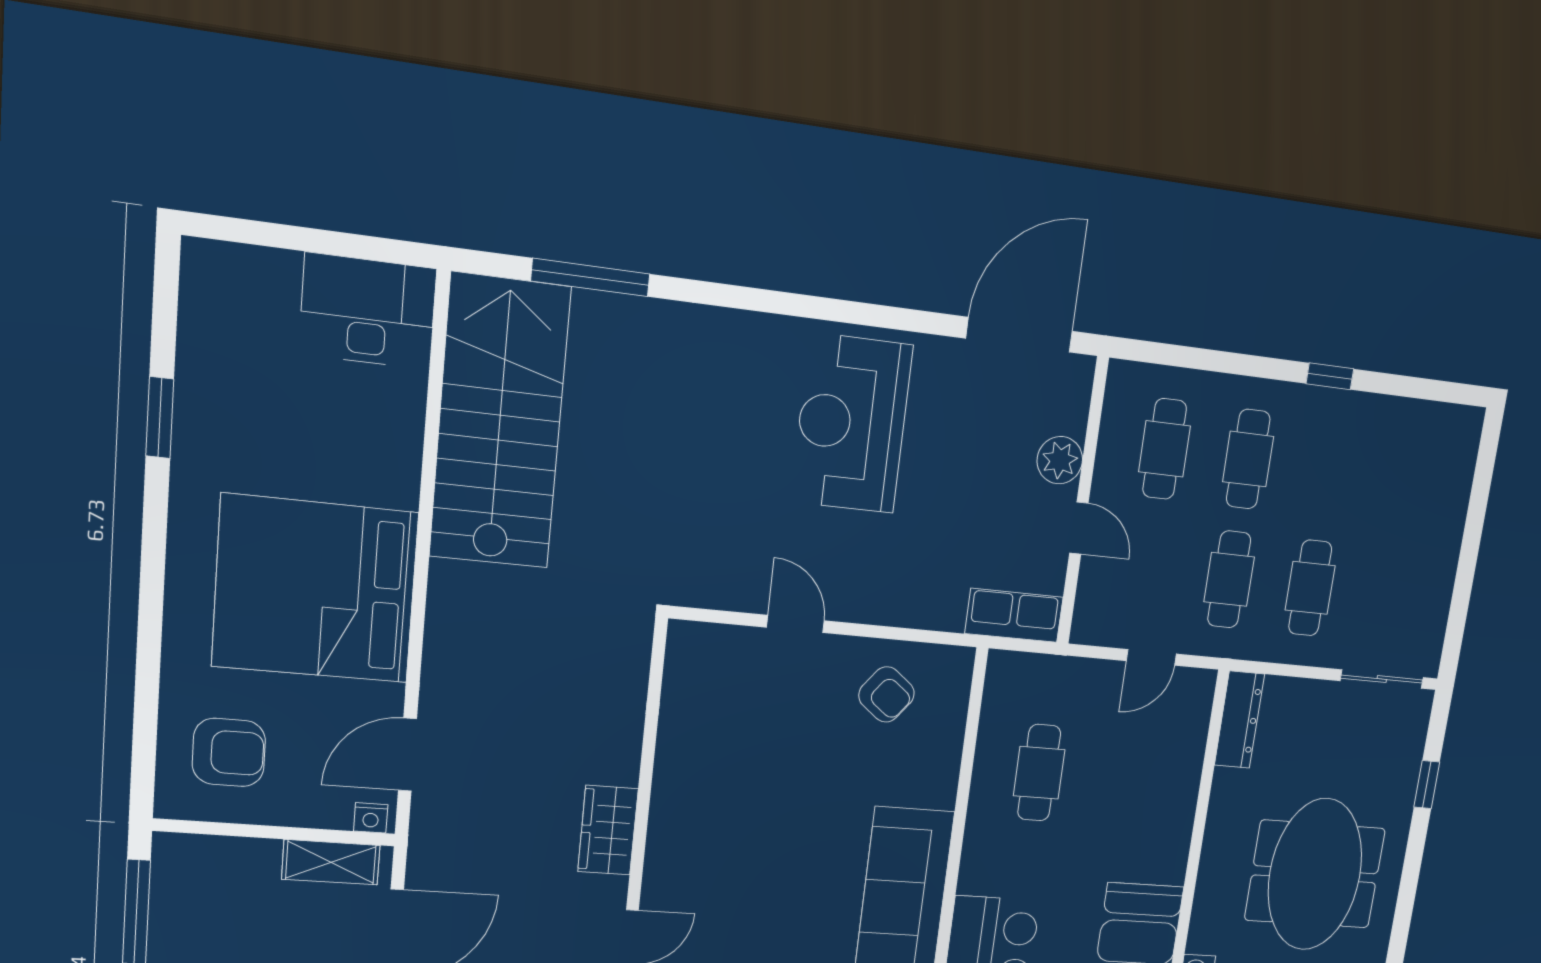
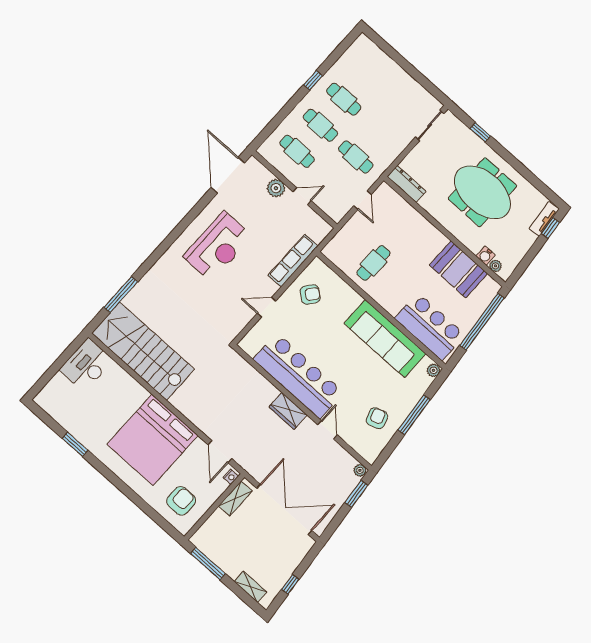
reception desk: (852, 424) -> (218, 247), turned -90
cafe table: (1310, 588) -> (344, 99), moved
row of seats: (1014, 615) -> (293, 261), moved, width x1.48
cafe table: (1039, 773) -> (373, 263), turned 90
bar counter: (699, 796) -> (298, 376), added

